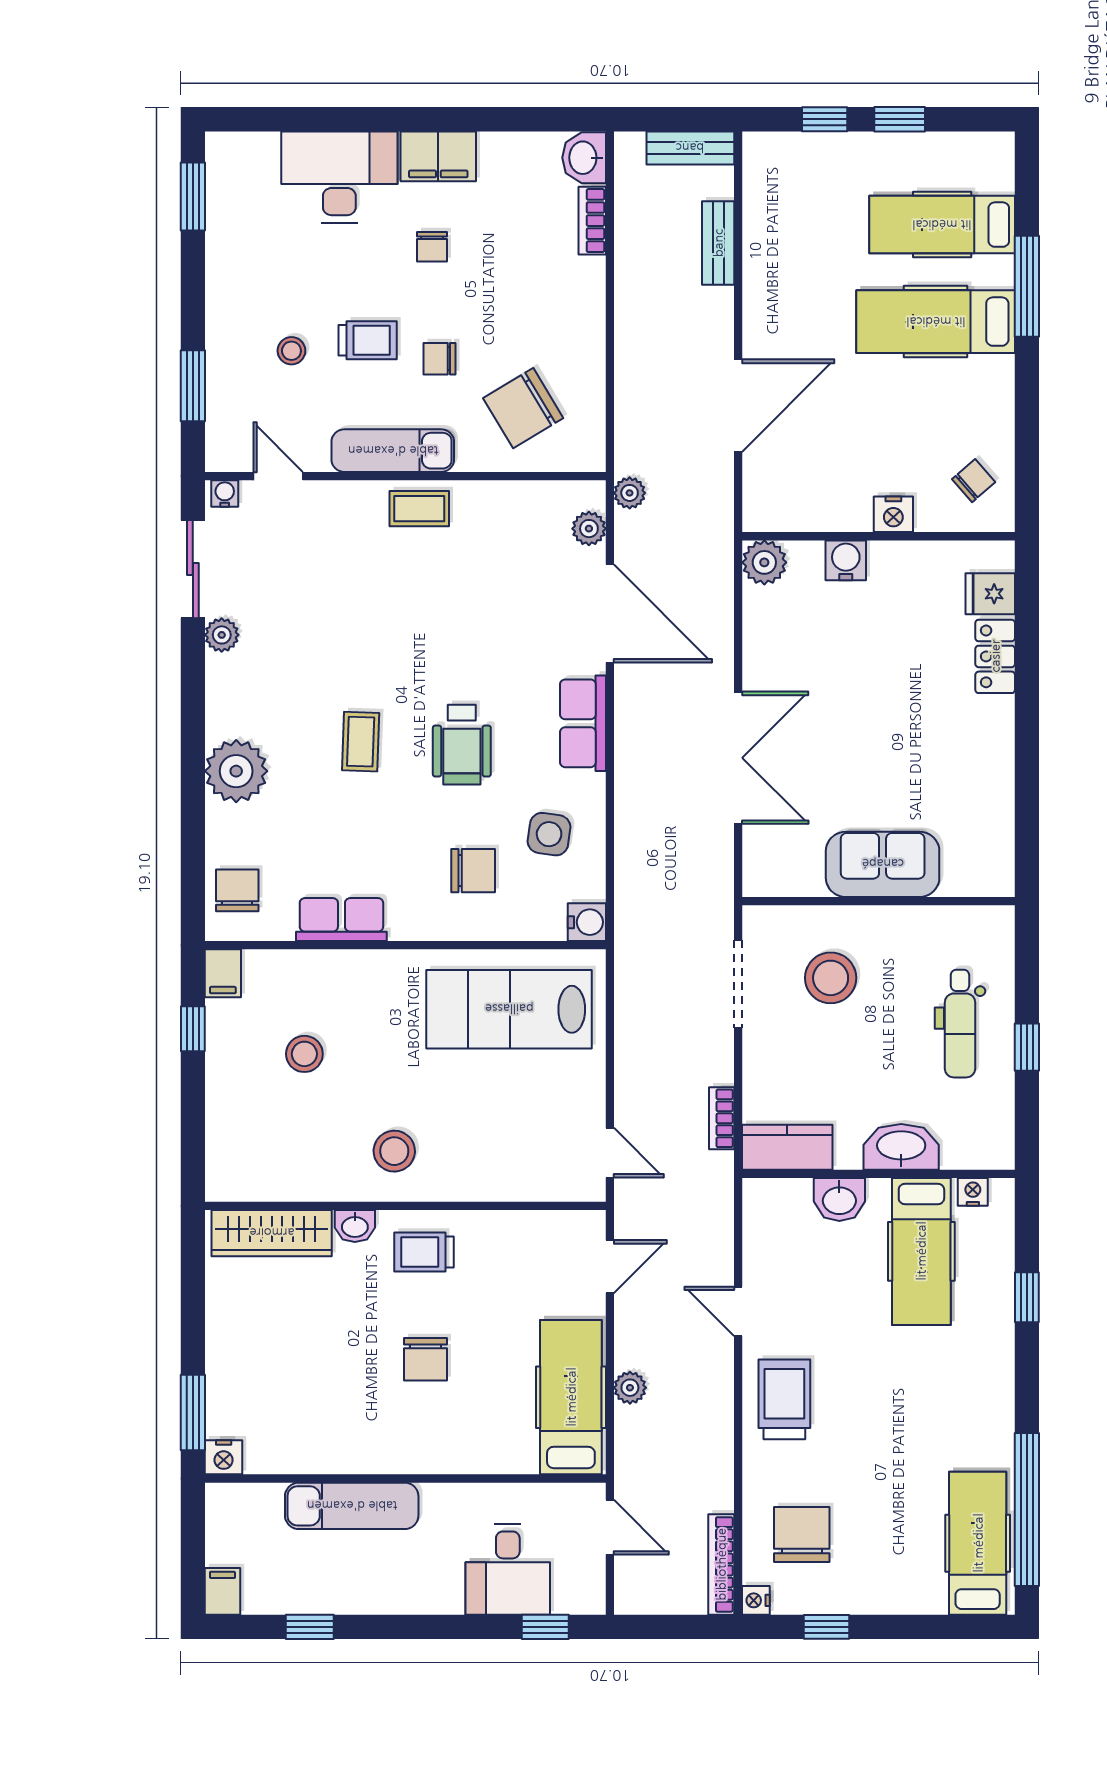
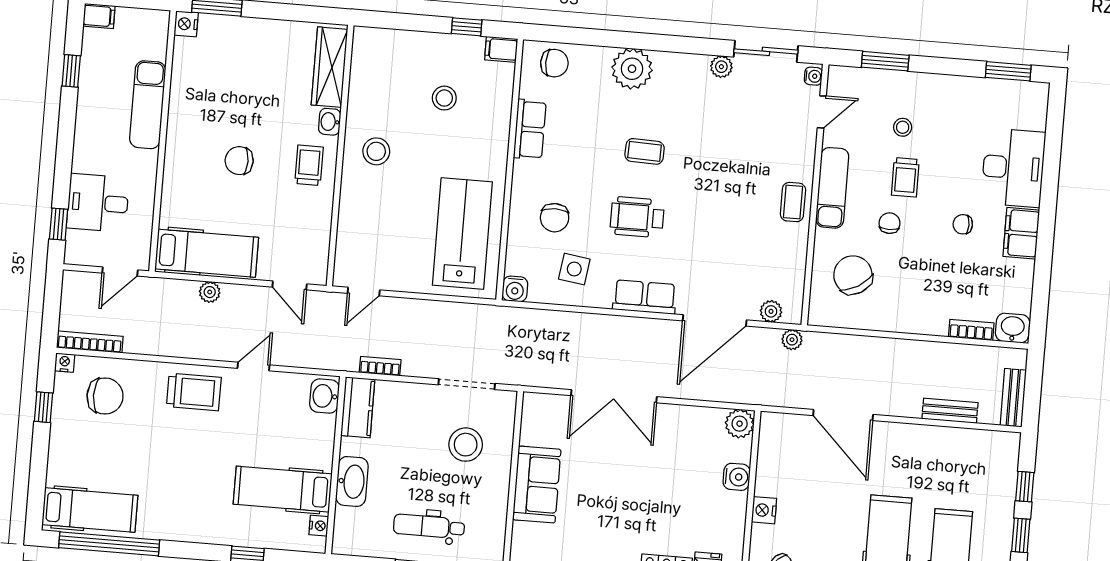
washbasin: (839, 1199) -> (324, 396), moved

